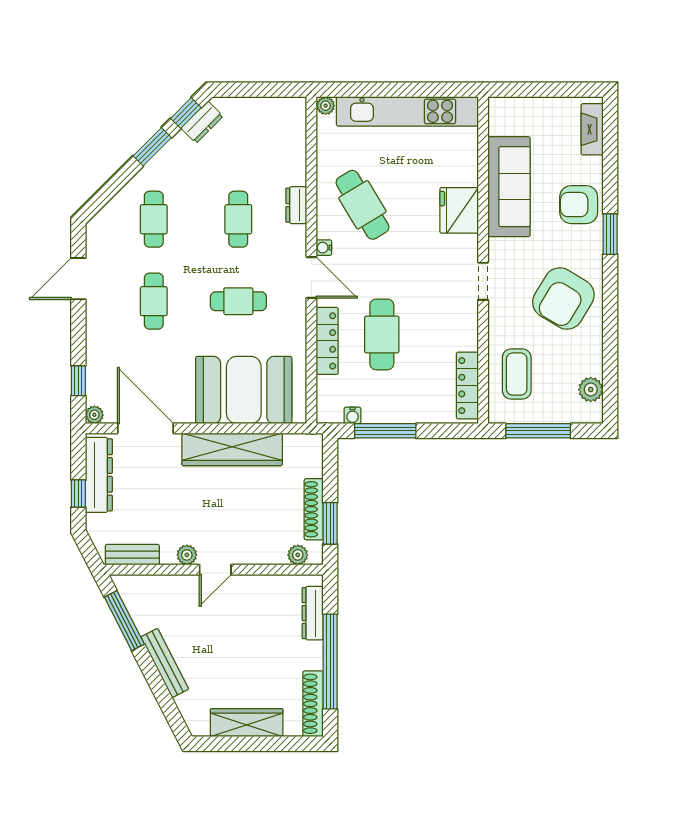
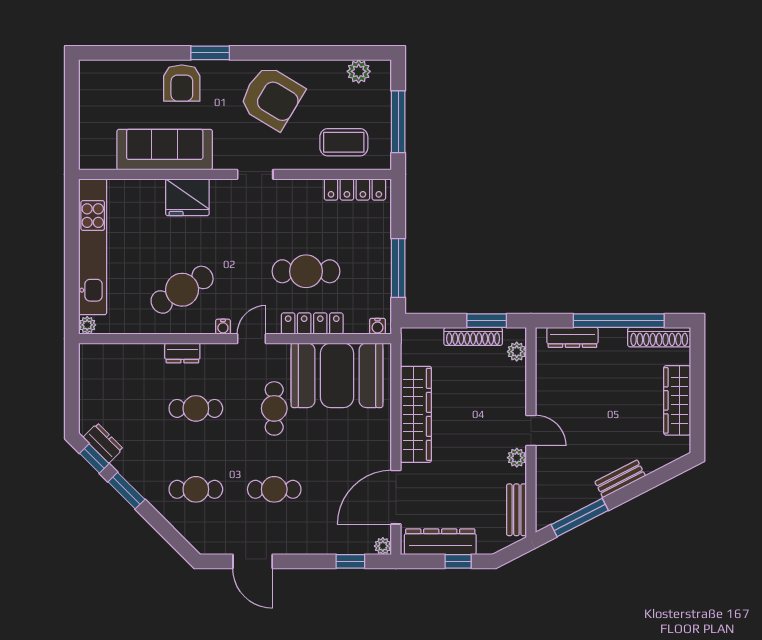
fireplace: (592, 129) -> (110, 70), removed
door: (311, 277) -> (251, 339), width x0.73
booth: (244, 390) -> (337, 375), moved, turned 90
water cooler: (353, 415) -> (377, 326), moved, turned 90
bench: (165, 663) -> (620, 479), width x0.73

